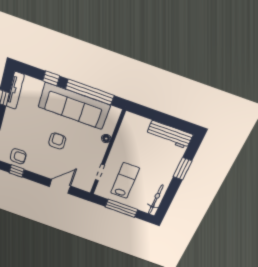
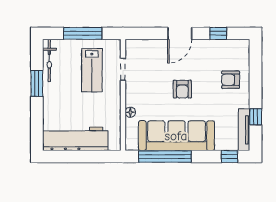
window: (51, 78) -> (229, 157), moved
workbench: (170, 135) -> (75, 139), width x1.36, depth x1.32
armchair: (18, 156) -> (231, 80), moved
window: (183, 169) -> (37, 83), moved
door: (60, 186) -> (180, 33), moved

